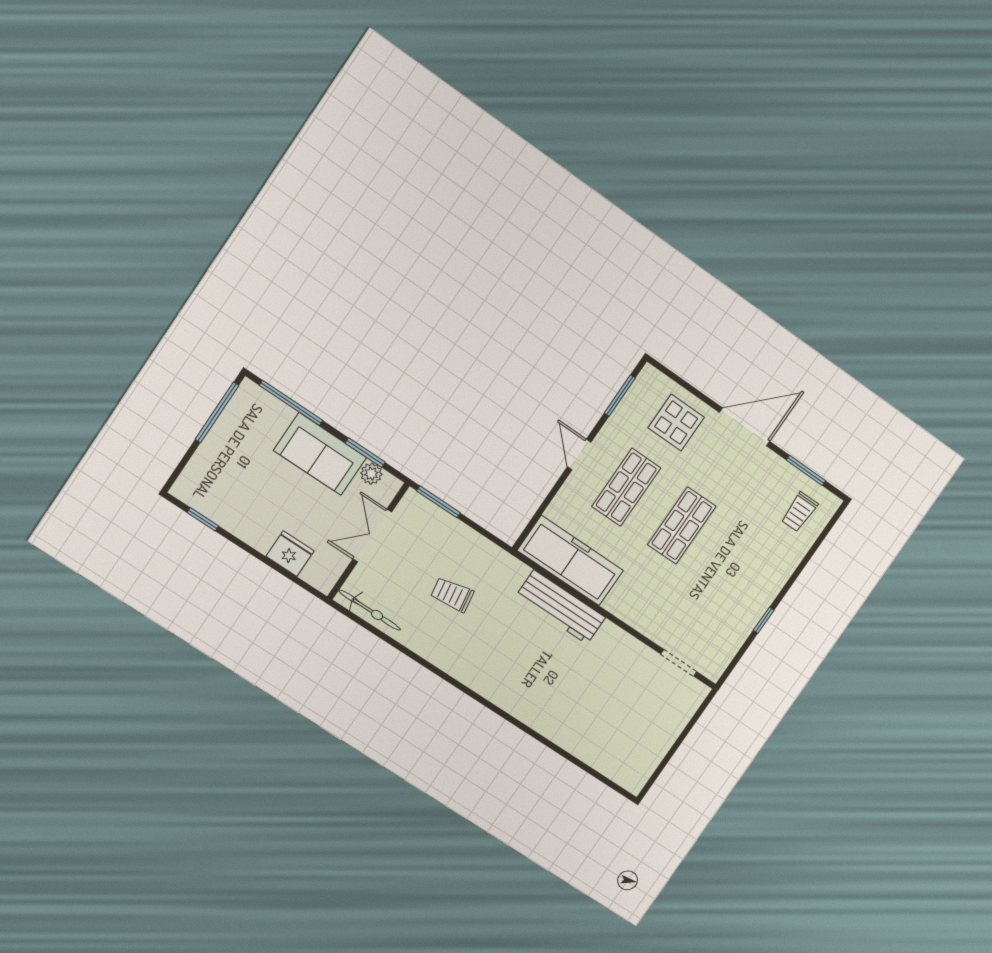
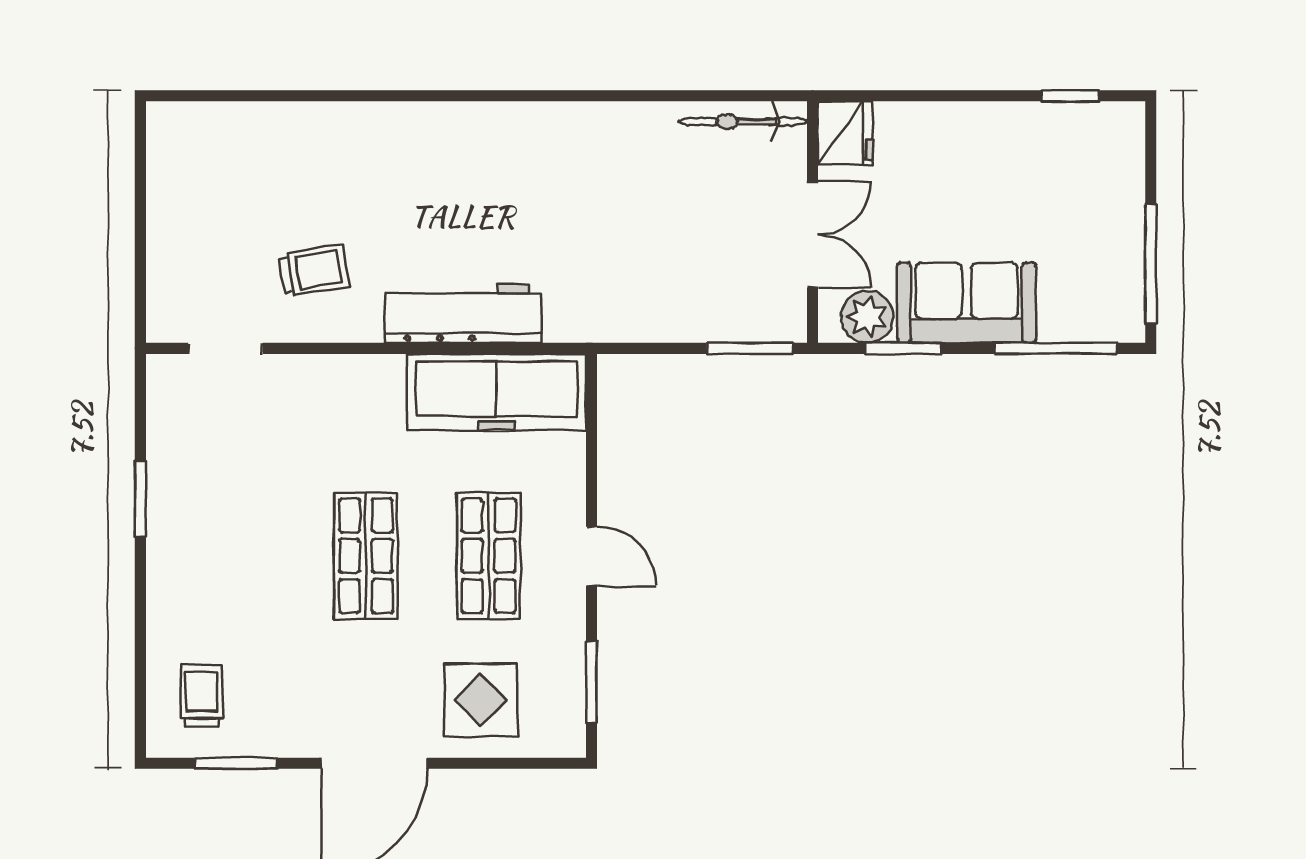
plant: (371, 474) -> (867, 317), width x1.38, depth x1.38
fridge: (290, 554) -> (845, 133), moved, turned -90
trolley: (452, 595) -> (314, 270), moved
window: (764, 620) -> (140, 499), width x1.50

